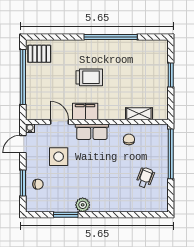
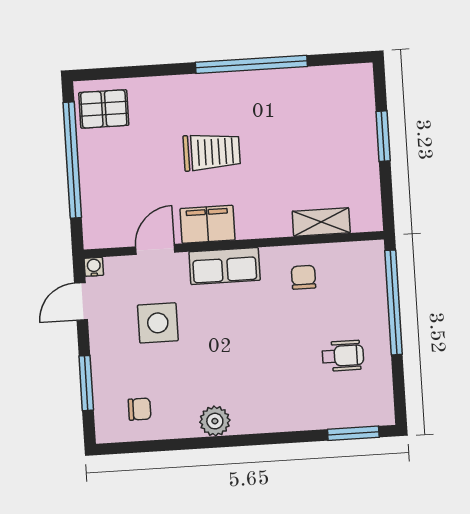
door: (60, 122) -> (155, 249), hinge flipped
wheelchair: (145, 178) -> (343, 356), turned 69
chair: (38, 184) -> (140, 409), moved
window: (66, 215) -> (353, 433), moved

